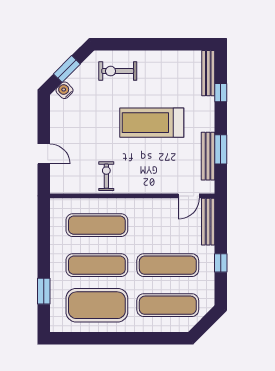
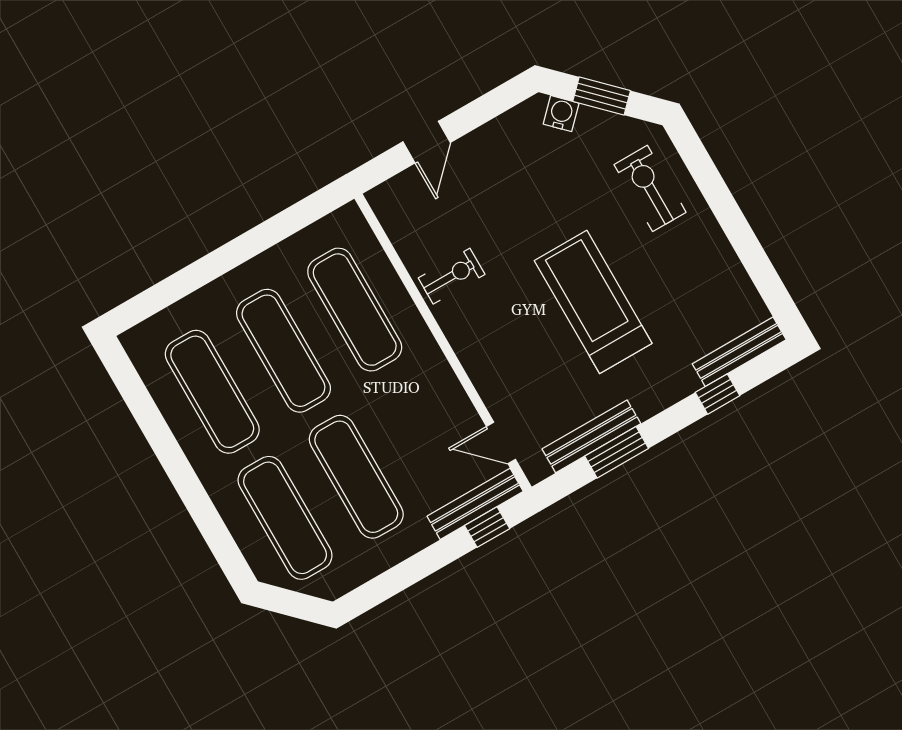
window: (221, 263) -> (487, 527), moved
window: (44, 291) -> (183, 283), removed
exercise mat: (97, 305) -> (212, 392), width x0.68

